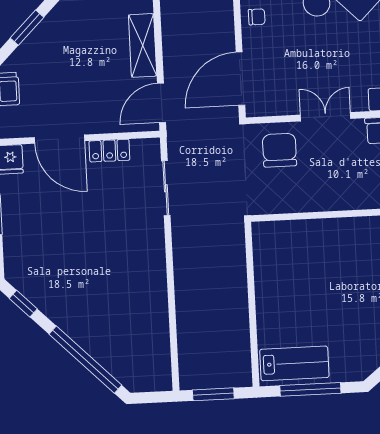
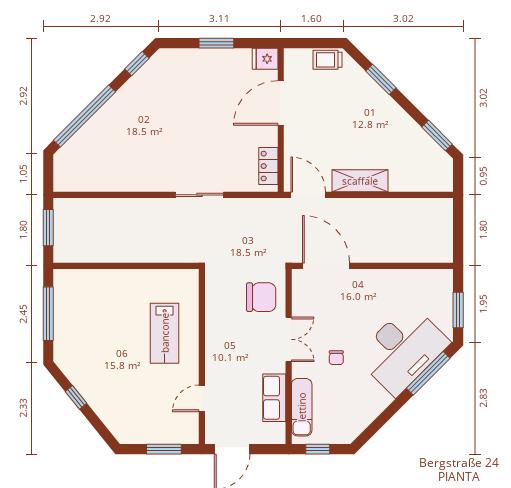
chair: (257, 17) -> (336, 358), moved
locker: (109, 151) -> (268, 166), moved
sliding door: (166, 188) -> (199, 195), moved
lab bench: (294, 363) -> (165, 333), moved

